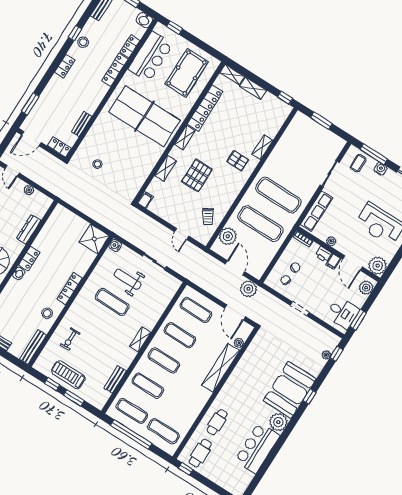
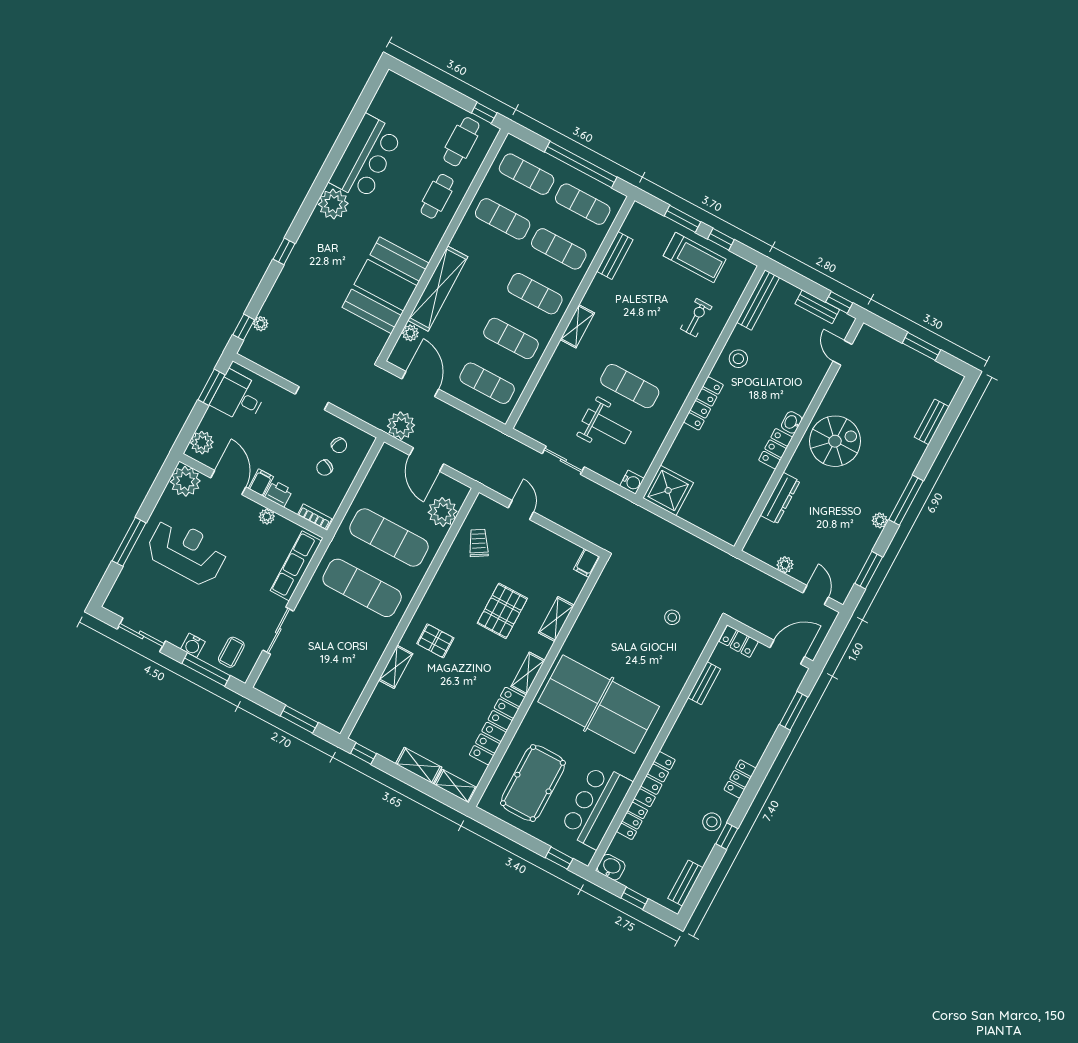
booth: (290, 390) -> (386, 285), moved
exercise mat: (180, 406) -> (503, 219), added

